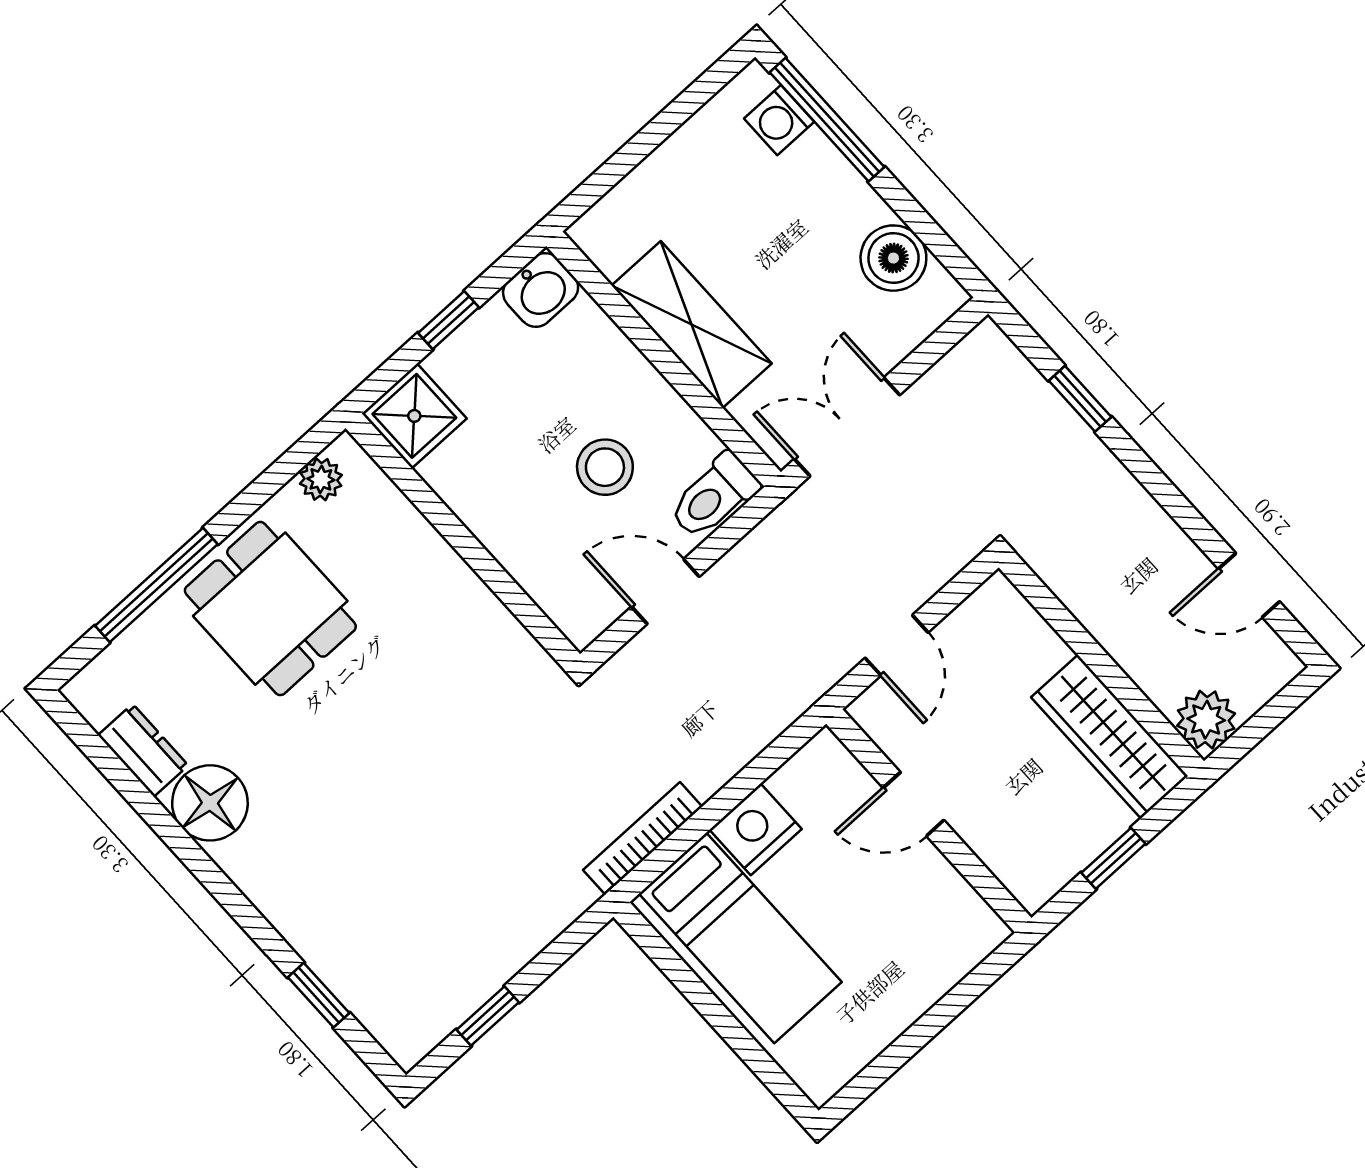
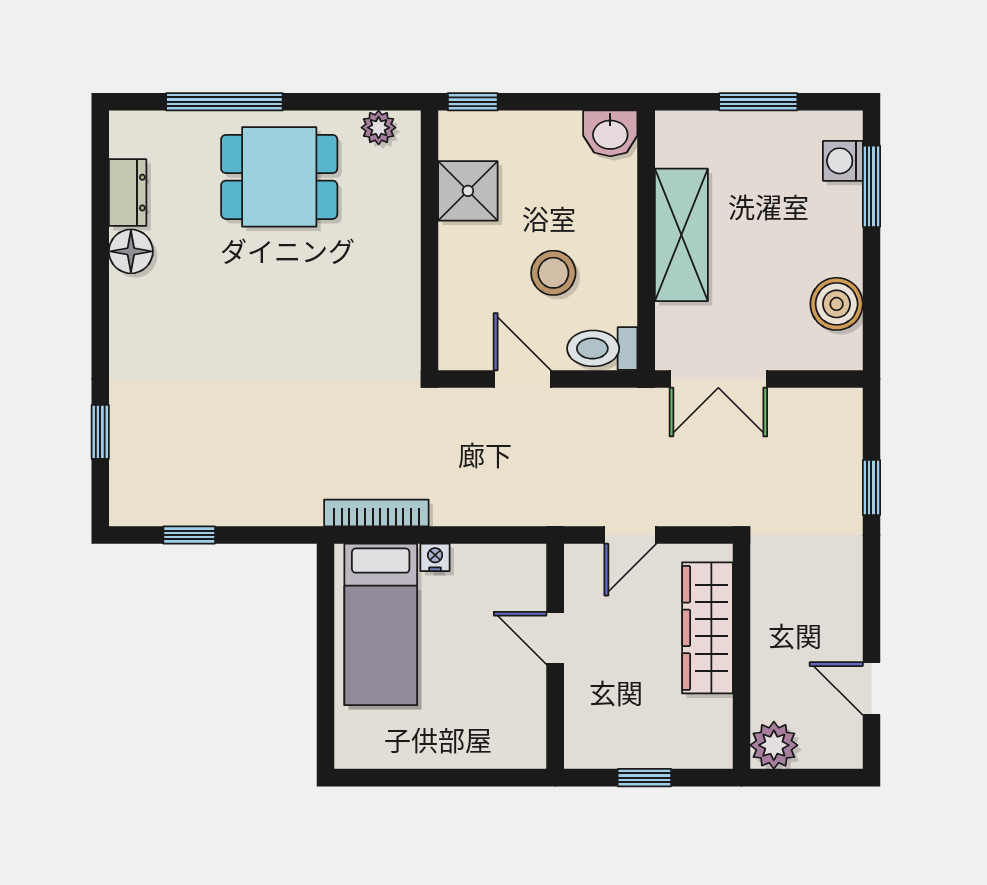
window: (827, 120) -> (871, 186), width x0.69
window: (651, 136) -> (758, 102), added
window: (448, 320) -> (473, 102), moved
shower: (414, 416) -> (468, 191), moved
double door: (847, 427) -> (718, 379), swing flipped
dining table: (270, 609) -> (279, 177), turned 90
wardrobe: (1109, 737) -> (707, 628), moved
floor lamp: (210, 803) -> (131, 251), width x0.73, depth x0.73
nightstand: (756, 829) -> (435, 557), width x0.53, depth x0.56

